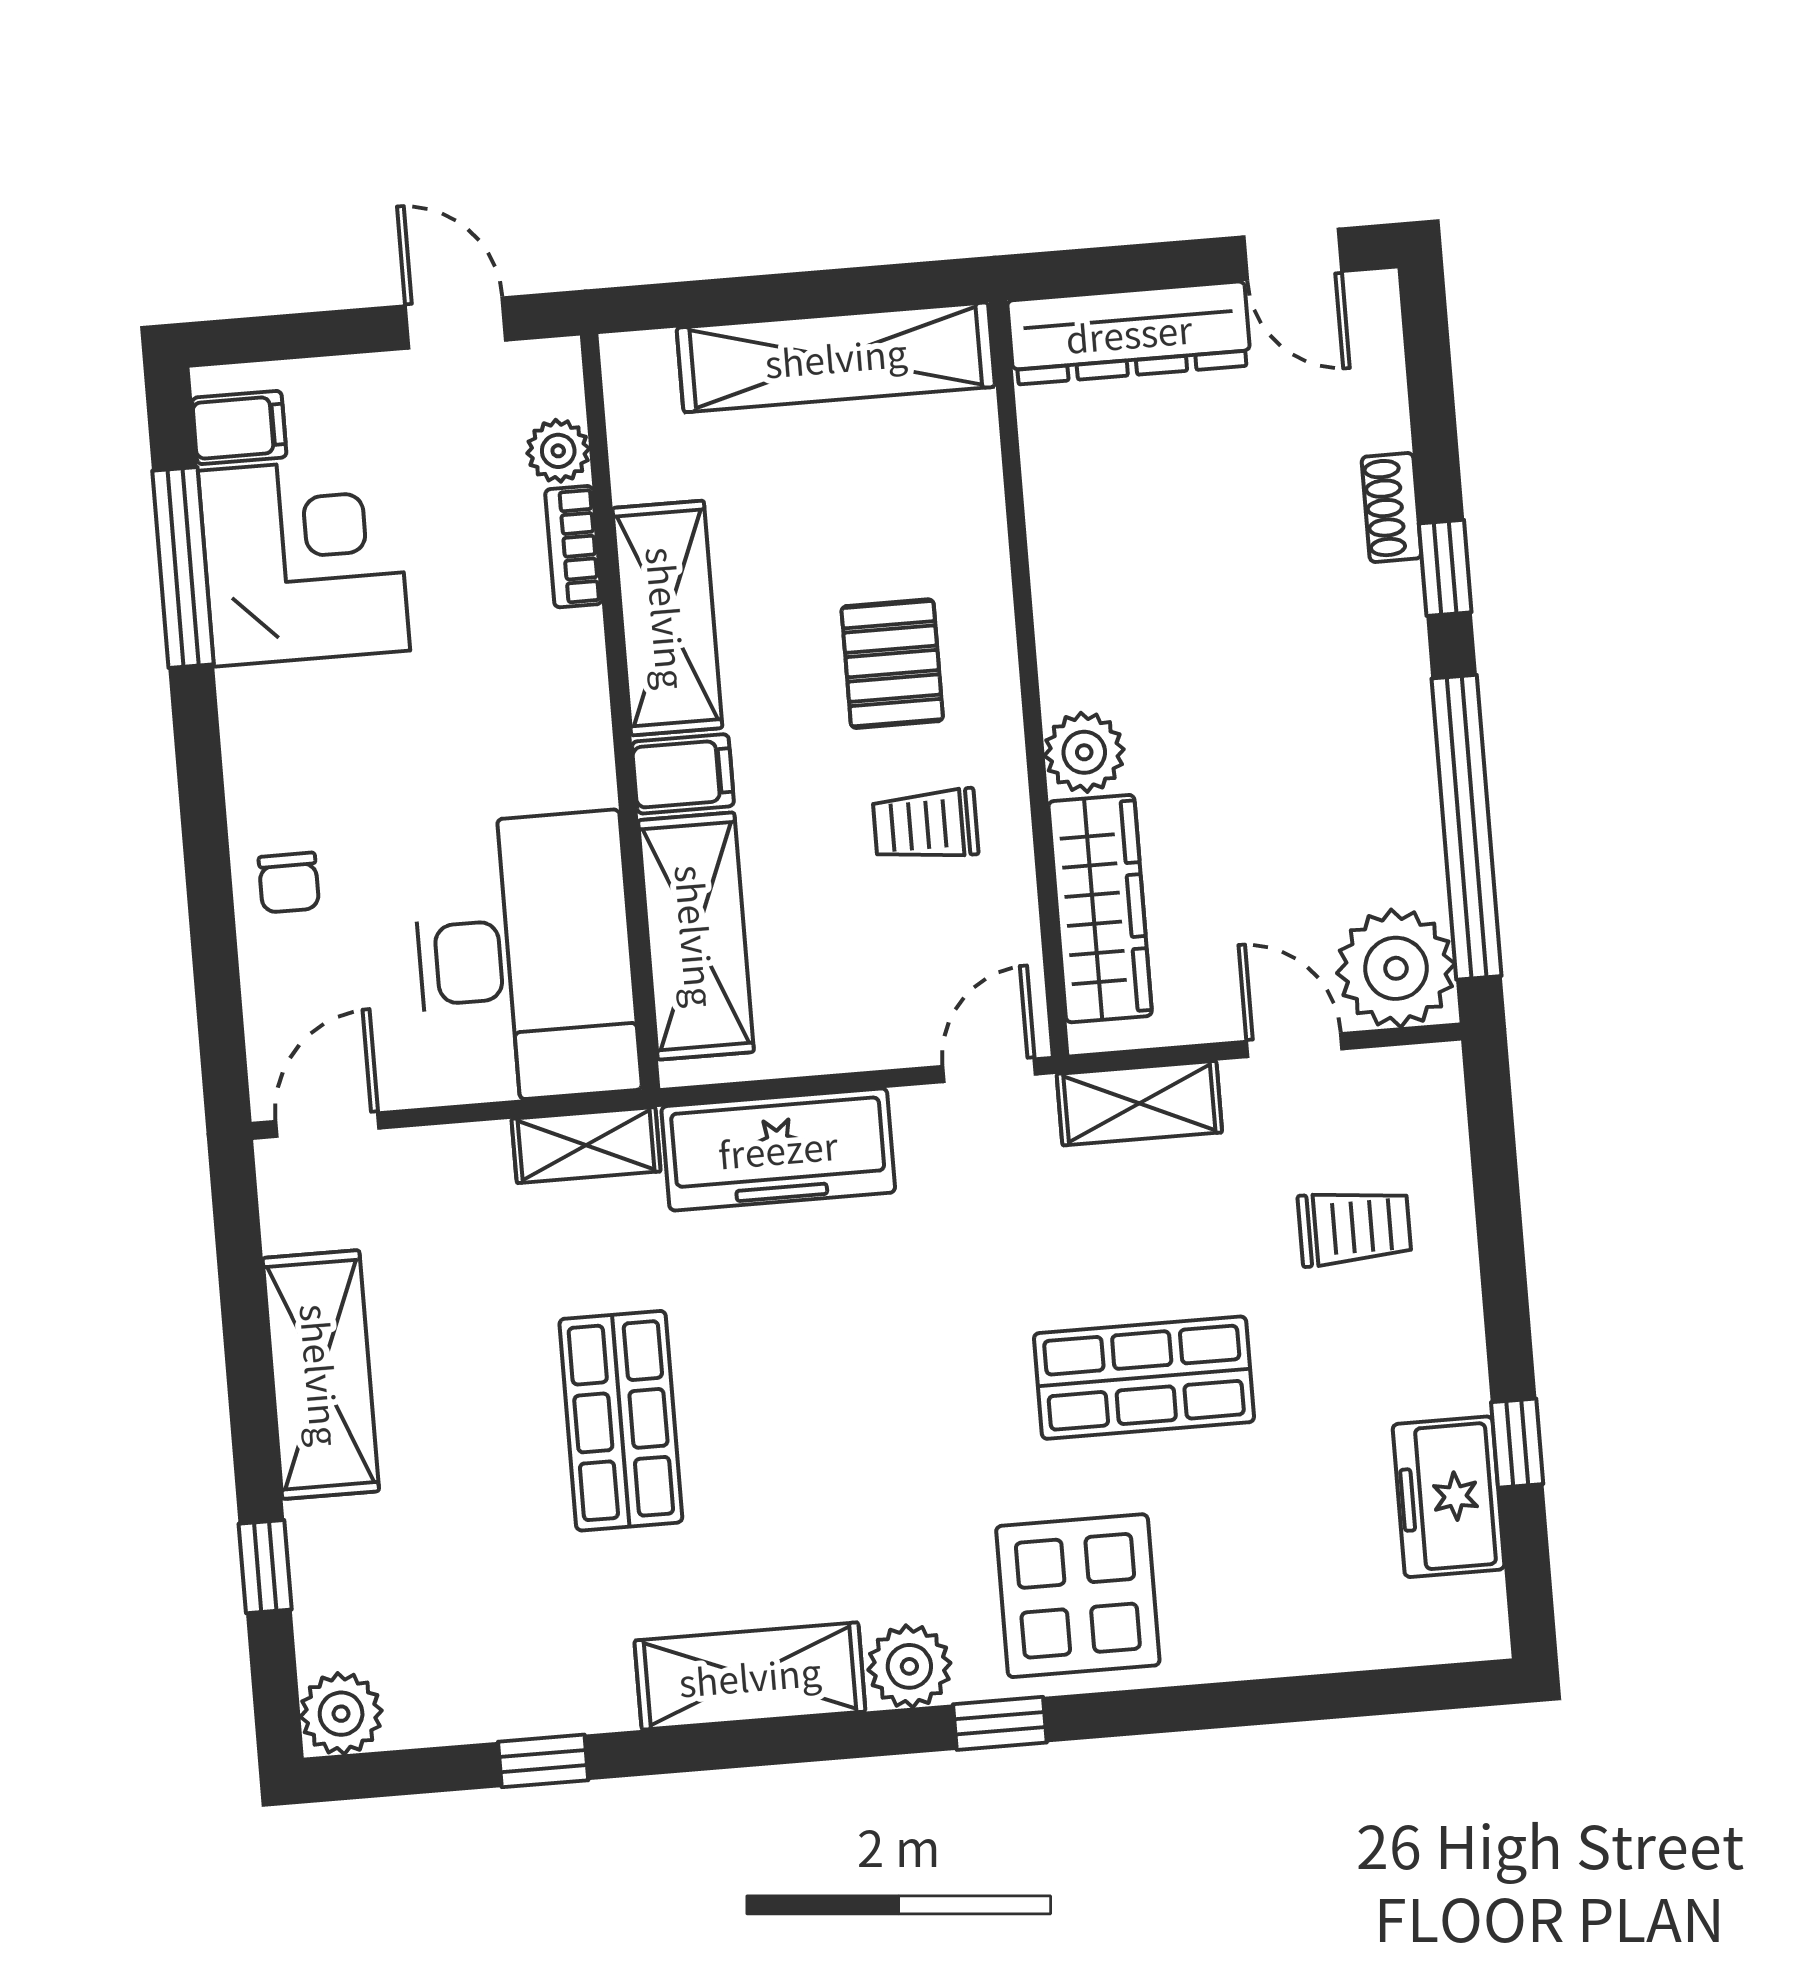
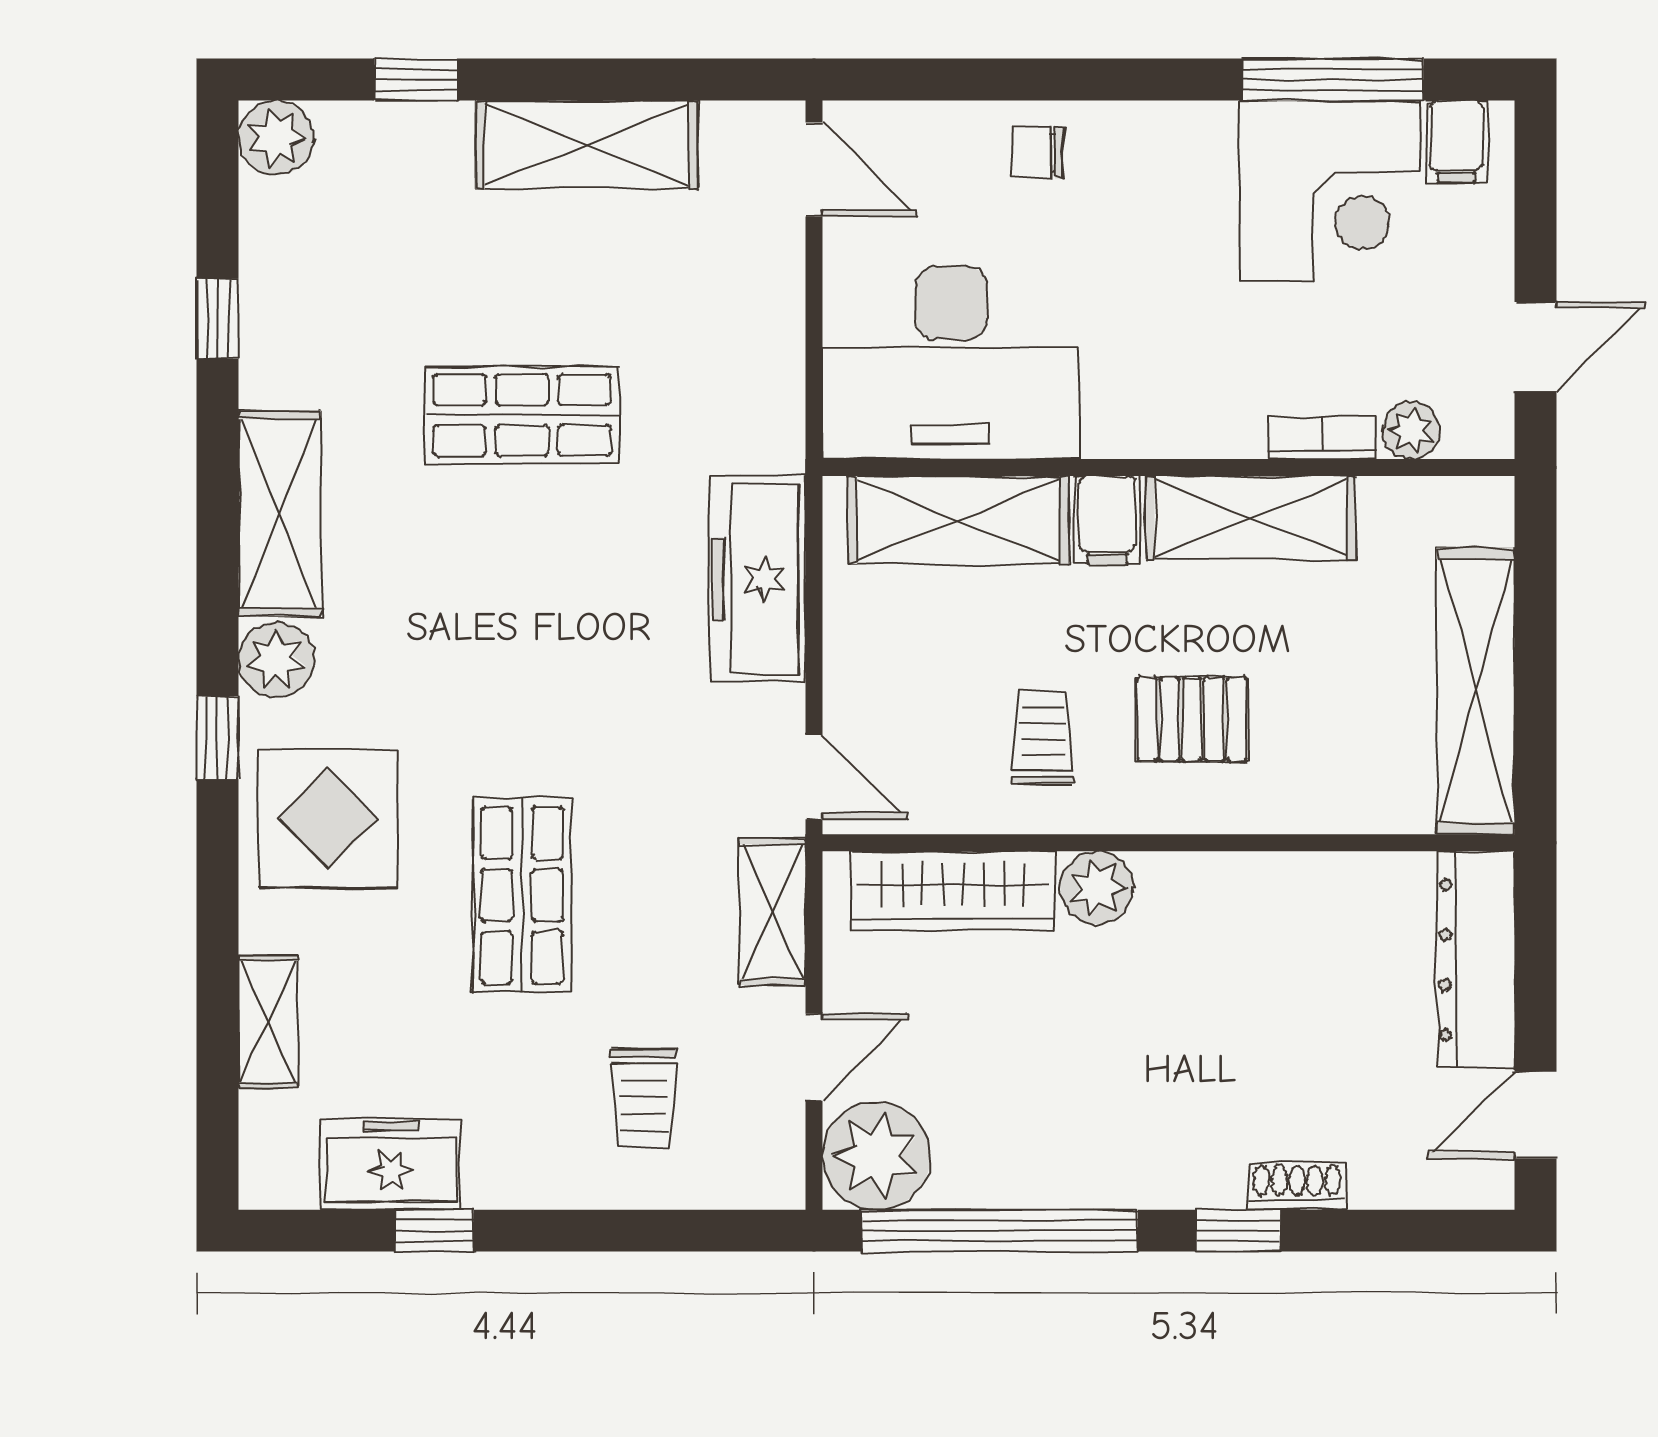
shelving: (586, 1145) -> (268, 1022), moved

